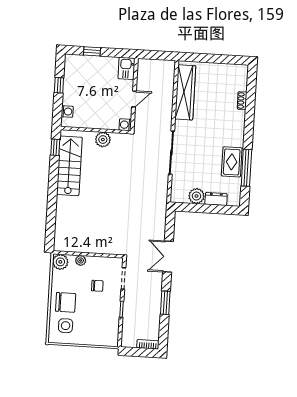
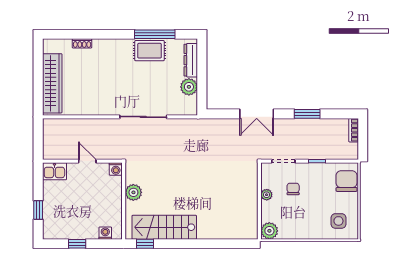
wardrobe: (185, 92) -> (52, 83), moved, turned 90
dresser: (216, 199) -> (191, 60), width x1.44
plant: (81, 260) -> (267, 195), moved
chair: (66, 302) -> (347, 181), moved

